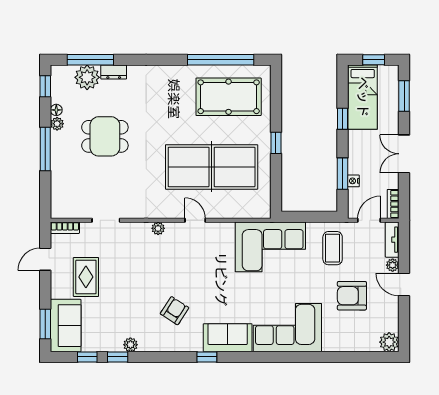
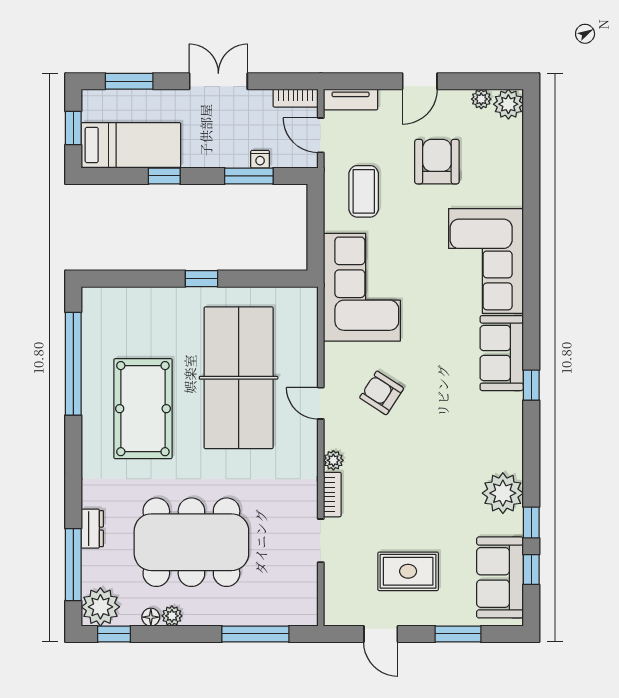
plant: (87, 77) -> (100, 607), moved
pool table: (229, 97) -> (143, 409), moved
dining table: (105, 136) -> (191, 542), width x1.88, depth x1.24
window: (45, 149) -> (255, 634), moved
double door: (404, 154) -> (218, 81), swing flipped
door: (195, 220) -> (321, 403), hinge flipped
bookcase: (65, 228) -> (332, 495), moved
coffee table: (333, 248) -> (364, 191), turned 90
plant: (393, 265) -> (481, 99), moved
armchair: (352, 296) -> (437, 162), turned 180
armchair: (174, 311) -> (382, 393), moved
window: (45, 324) -> (458, 634), moved
sofa: (66, 326) -> (500, 577), moved, turned -90
plant: (130, 345) -> (503, 493), width x1.87, depth x1.87

